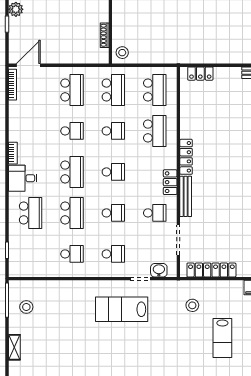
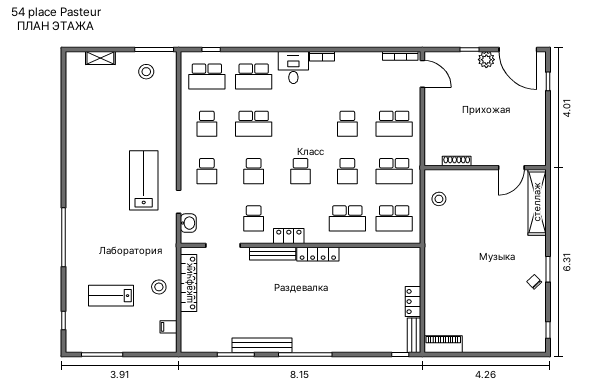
stool: (122, 53) -> (439, 199), moved
locker: (200, 74) -> (413, 302), moved
school desk: (72, 172) -> (207, 76), moved
stool: (192, 305) -> (159, 287), moved

